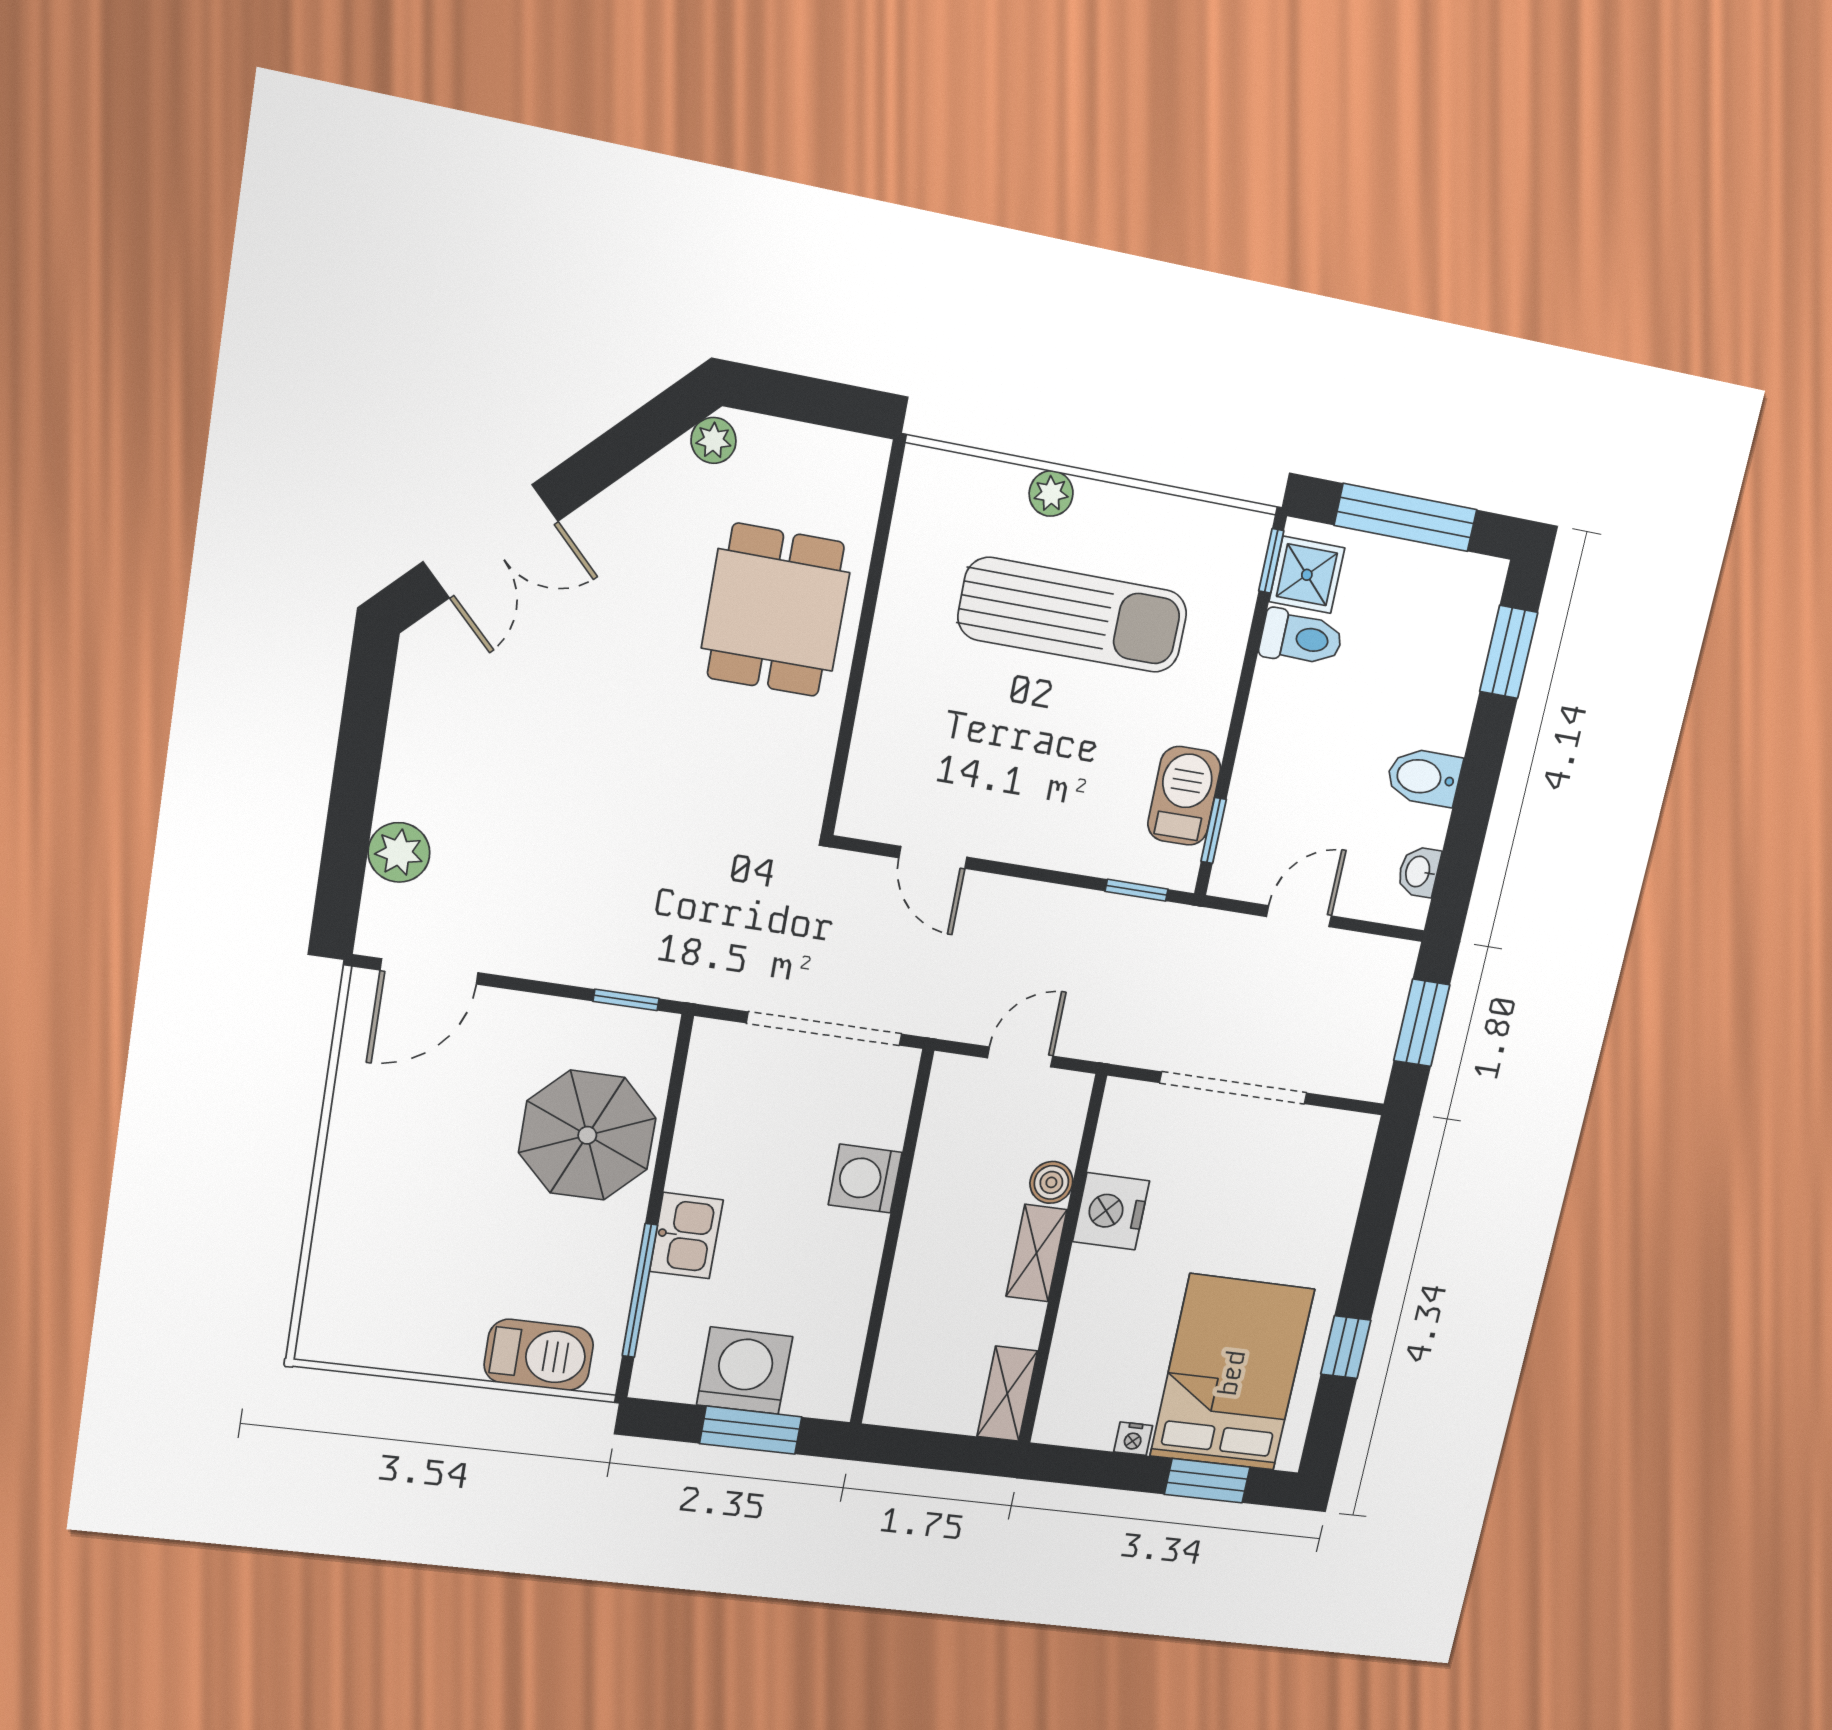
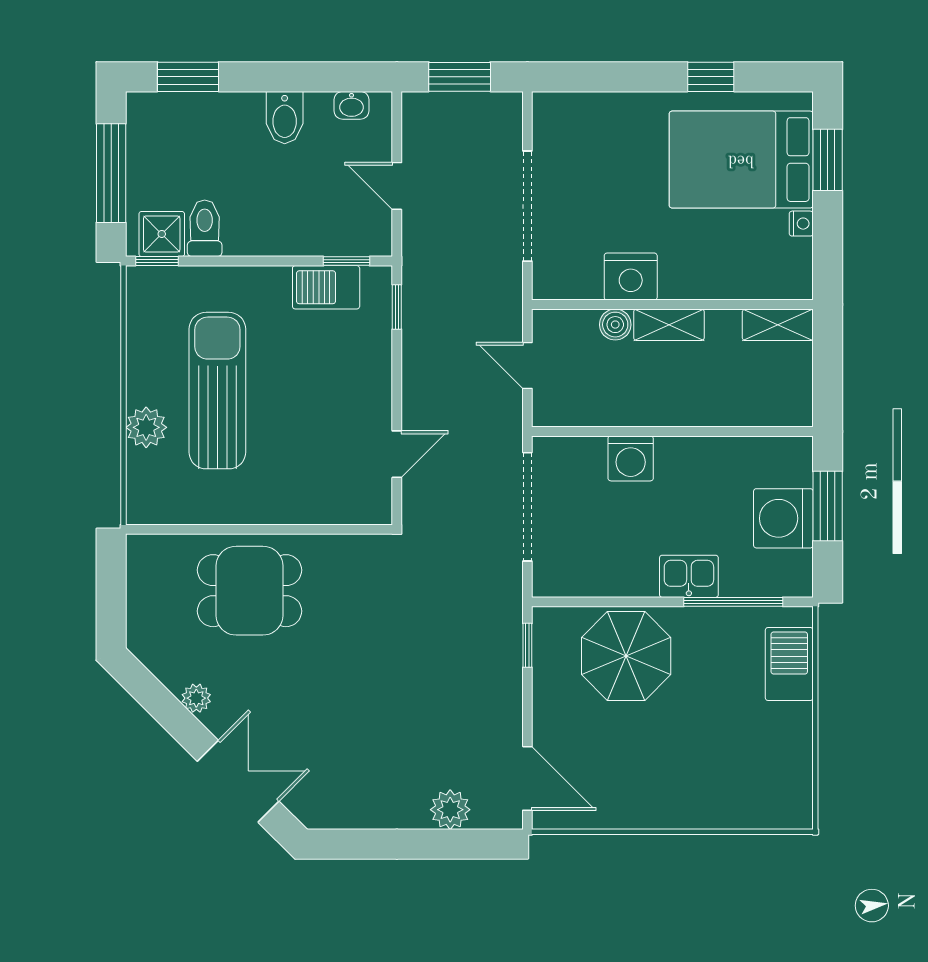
plant: (714, 440) -> (196, 698), moved
plant: (1051, 494) -> (146, 427), width x1.38, depth x1.38

